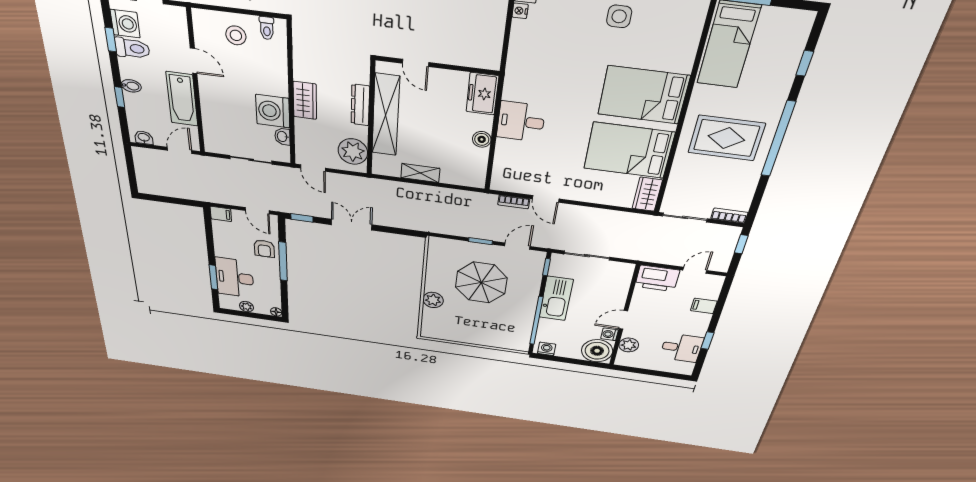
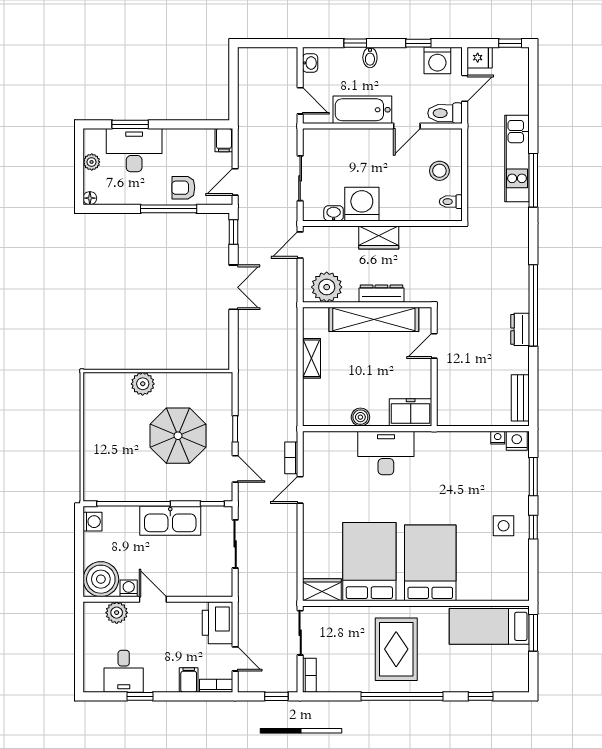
toilet: (132, 48) -> (445, 113), moved, turned 90
desk: (521, 122) -> (386, 453), width x1.37
bookcase: (716, 287) -> (216, 686), added

